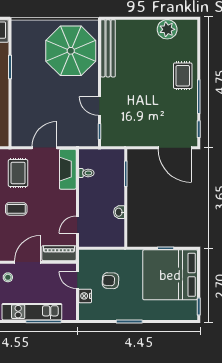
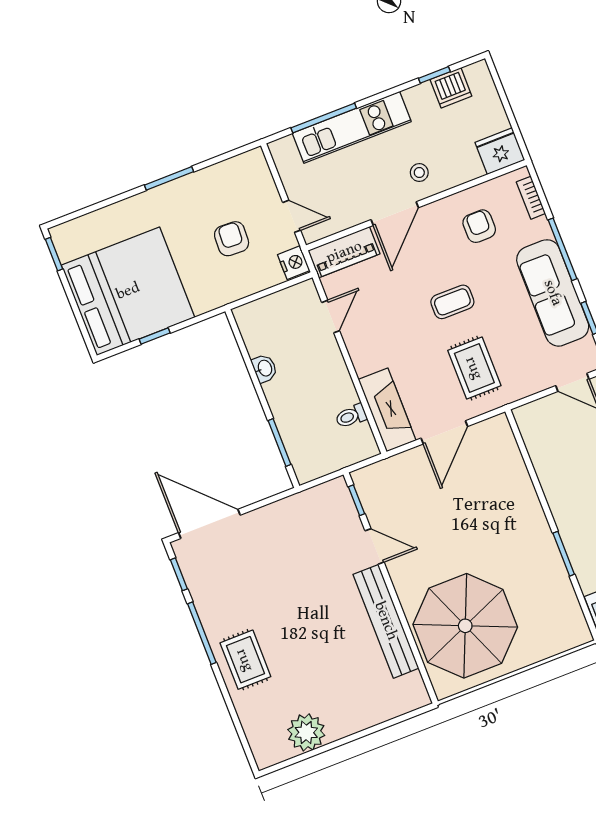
bench: (108, 48) -> (386, 621), moved
armchair: (111, 281) -> (232, 239), turned -90
nightstand: (85, 296) -> (294, 263), moved

